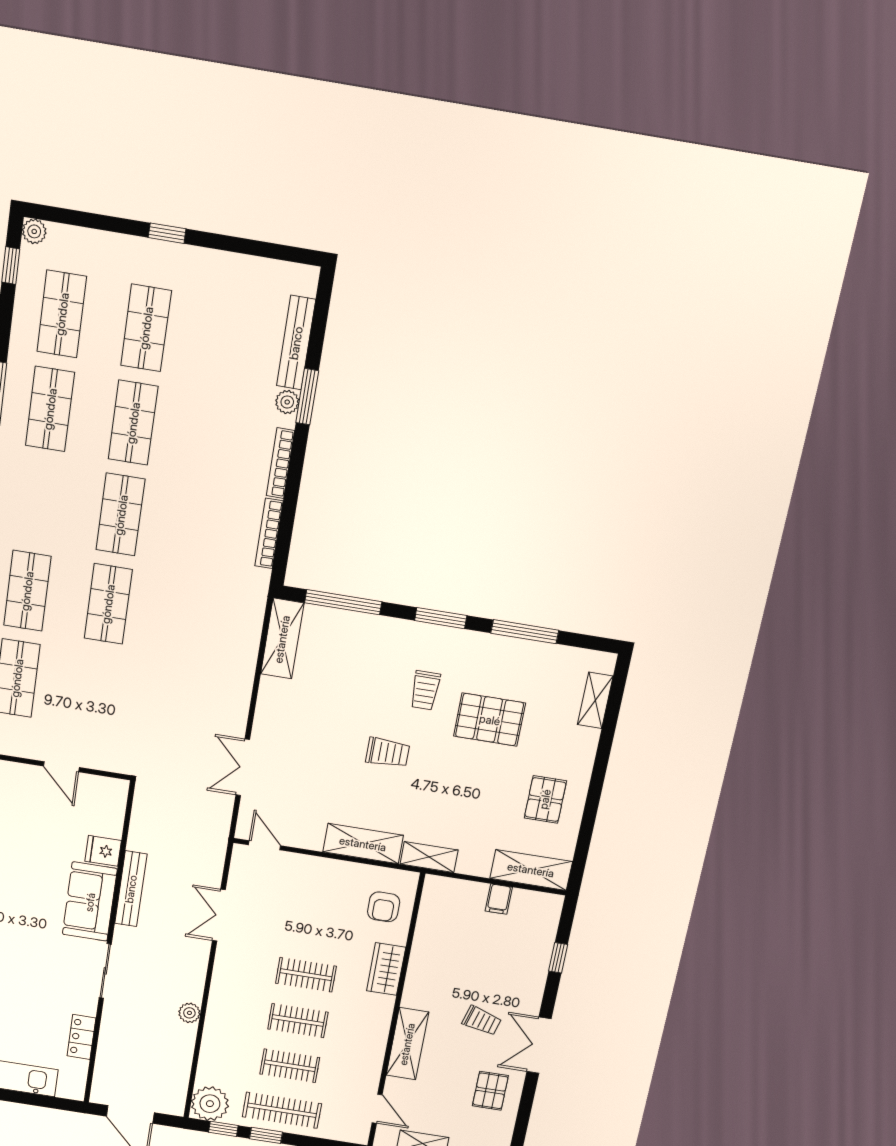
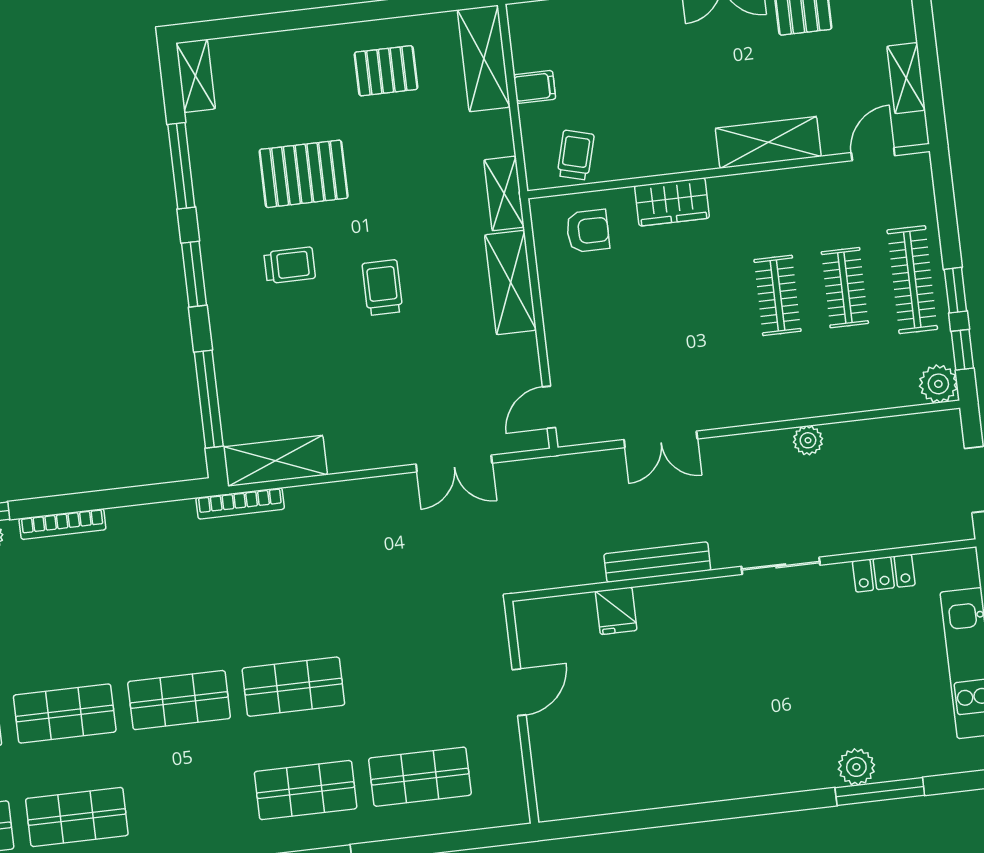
bookcase: (269, 533) -> (240, 503), moved
shelving: (595, 700) -> (196, 76), moved, turned 90
pallet: (490, 720) -> (304, 174), turned 90
sofa: (90, 902) -> (690, 610), removed
clothes rail: (306, 975) -> (710, 303), removed
trolley: (482, 1021) -> (576, 155), moved
plant: (210, 1104) -> (938, 384), width x0.73, depth x0.73

